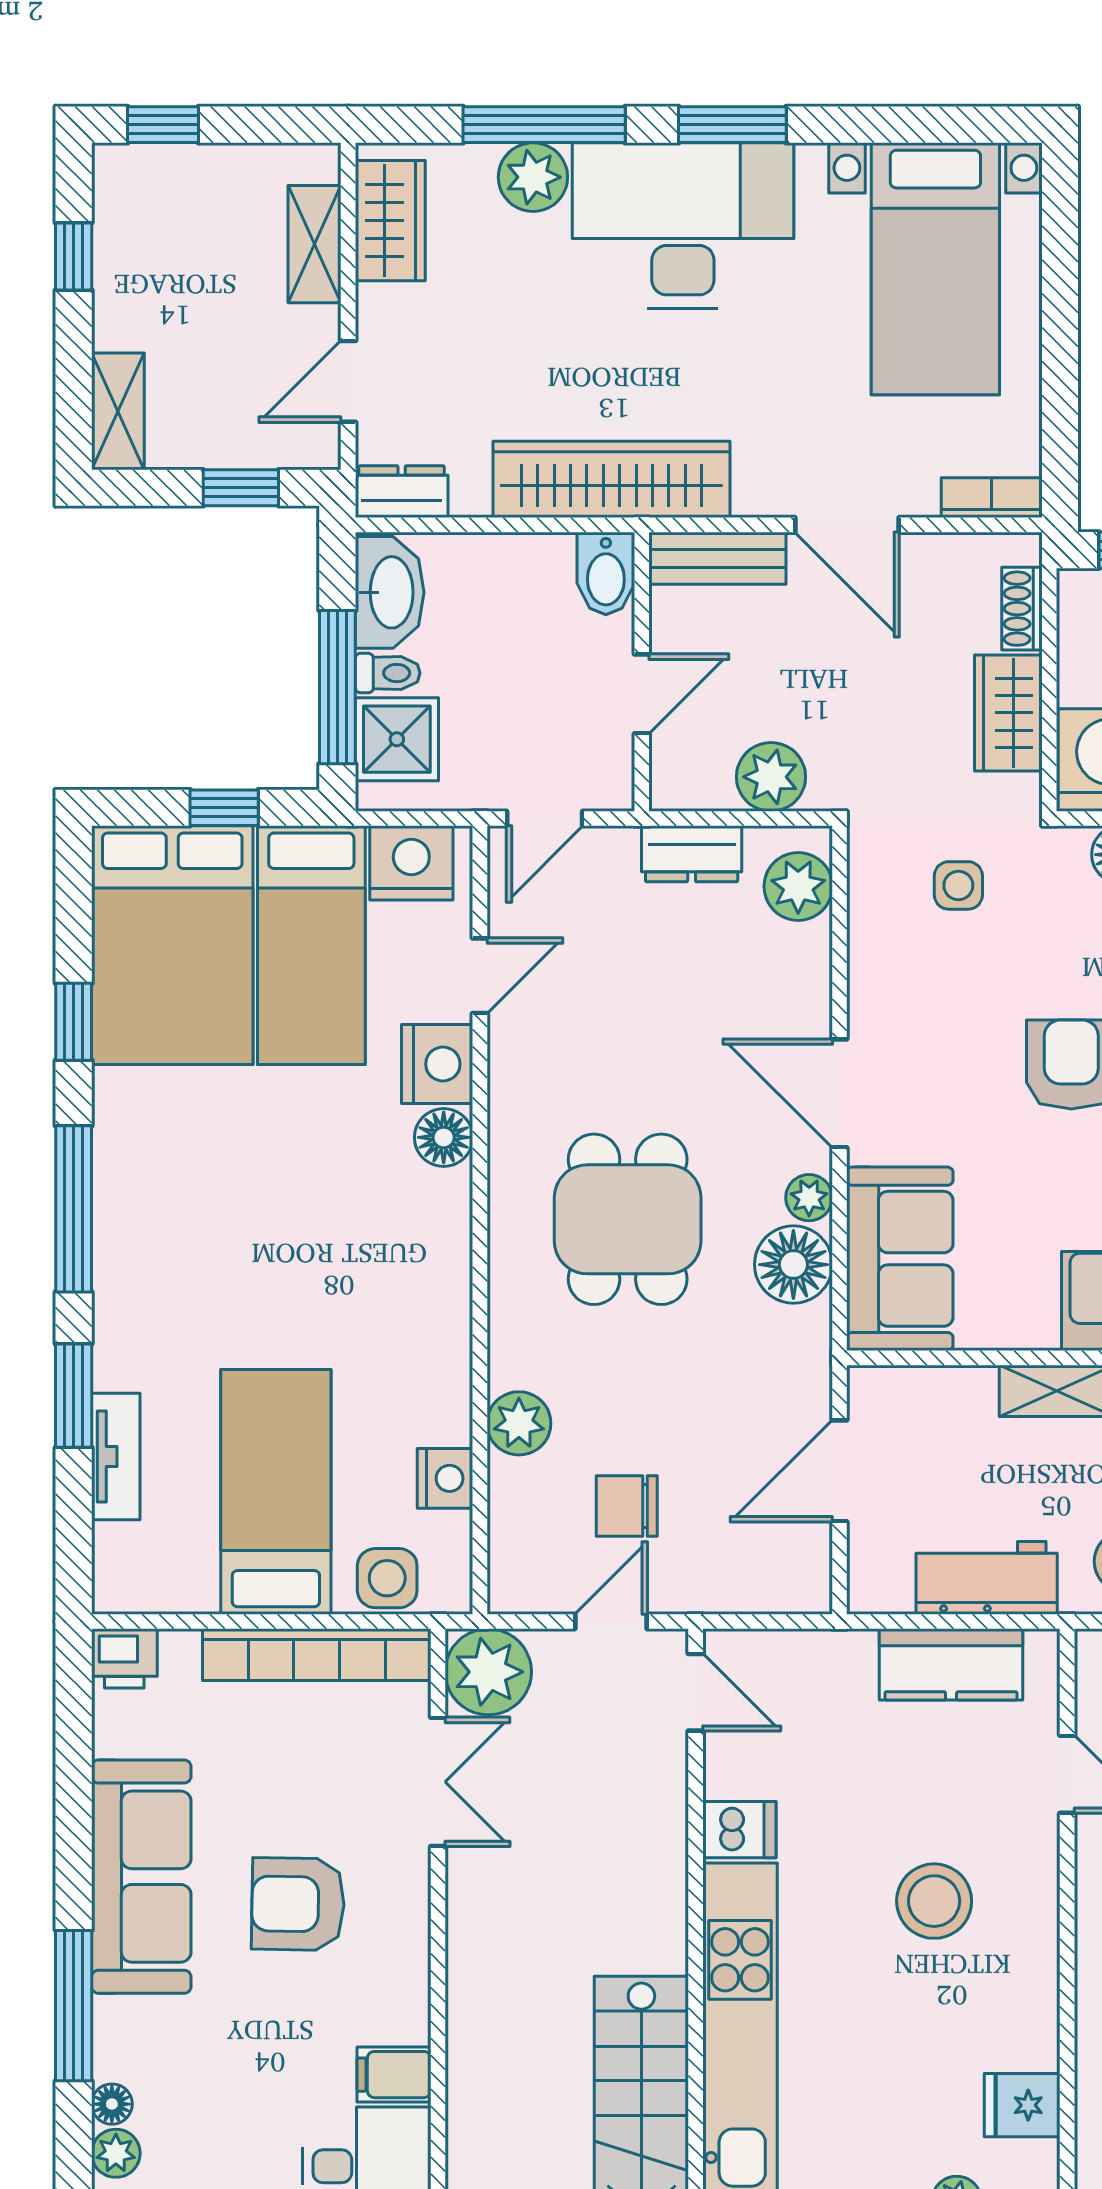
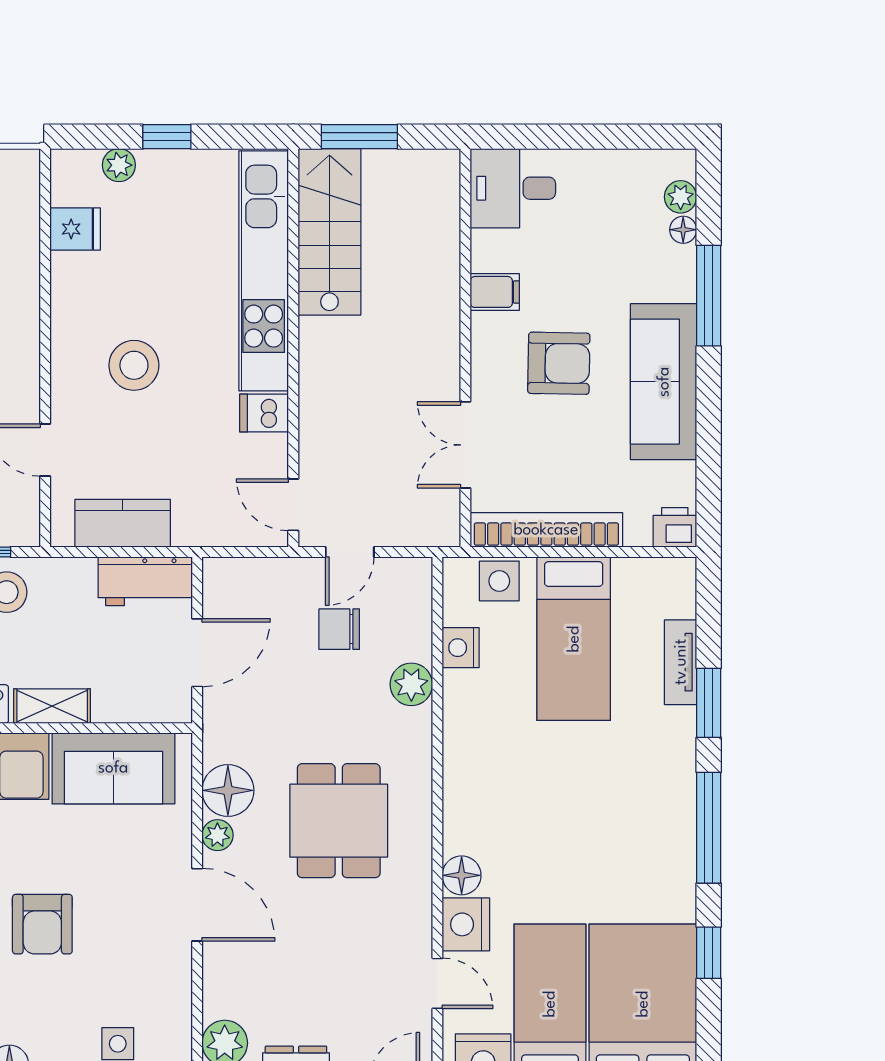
door: (480, 976) -> (437, 983), swing flipped
sofa: (900, 1259) -> (113, 768), moved, turned -90
chair: (627, 1506) -> (339, 629), turned 180
workbench: (987, 1578) -> (145, 581), moved
plant: (488, 1672) -> (432, 518), removed
filing cabinet: (394, 2075) -> (495, 292), moved

